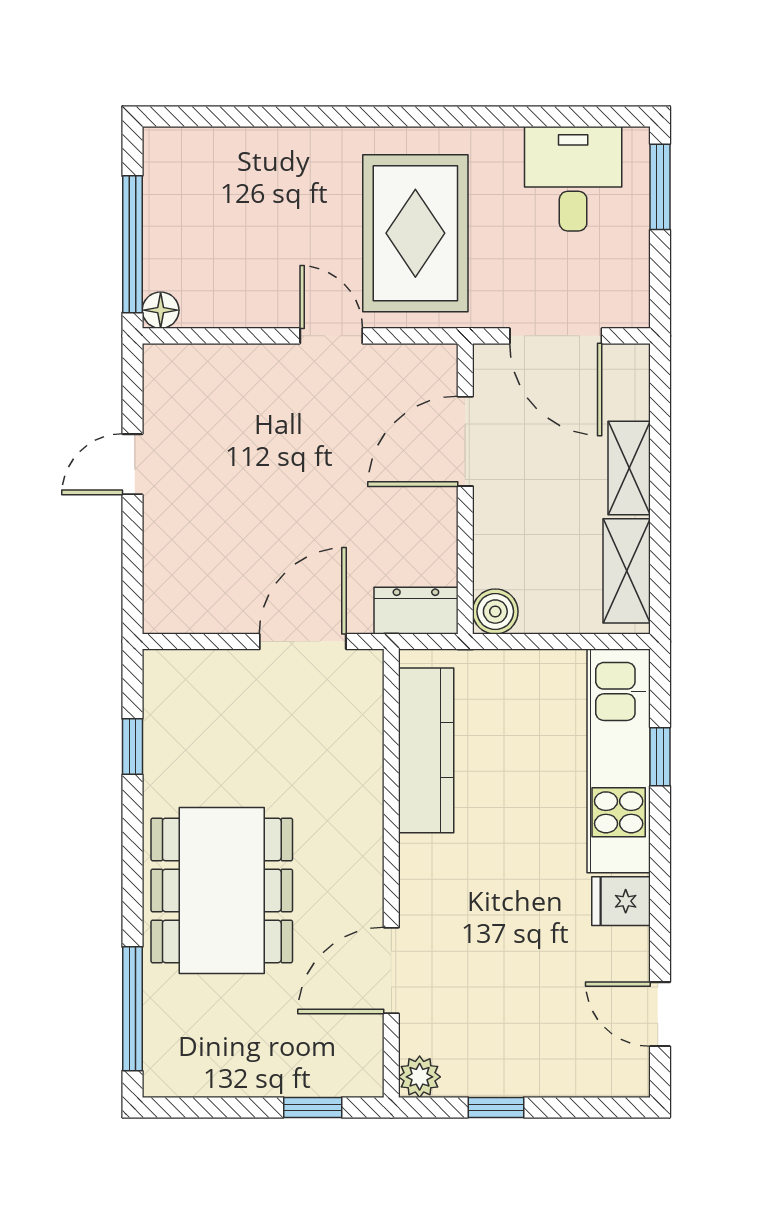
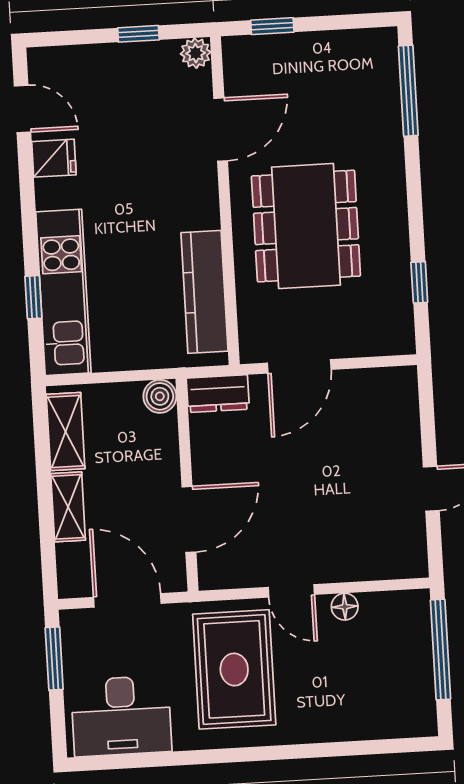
desk: (573, 179) -> (121, 716), width x1.37
window: (660, 187) -> (54, 658), moved
floor lamp: (161, 310) -> (345, 607), moved
dining table: (222, 890) -> (306, 226), moved
fridge: (621, 901) -> (54, 158), moved

